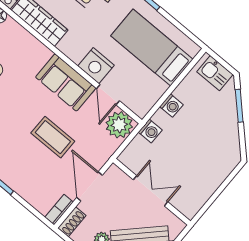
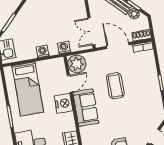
door: (89, 186) -> (118, 46), swing flipped
double door: (151, 191) -> (91, 31), moved

